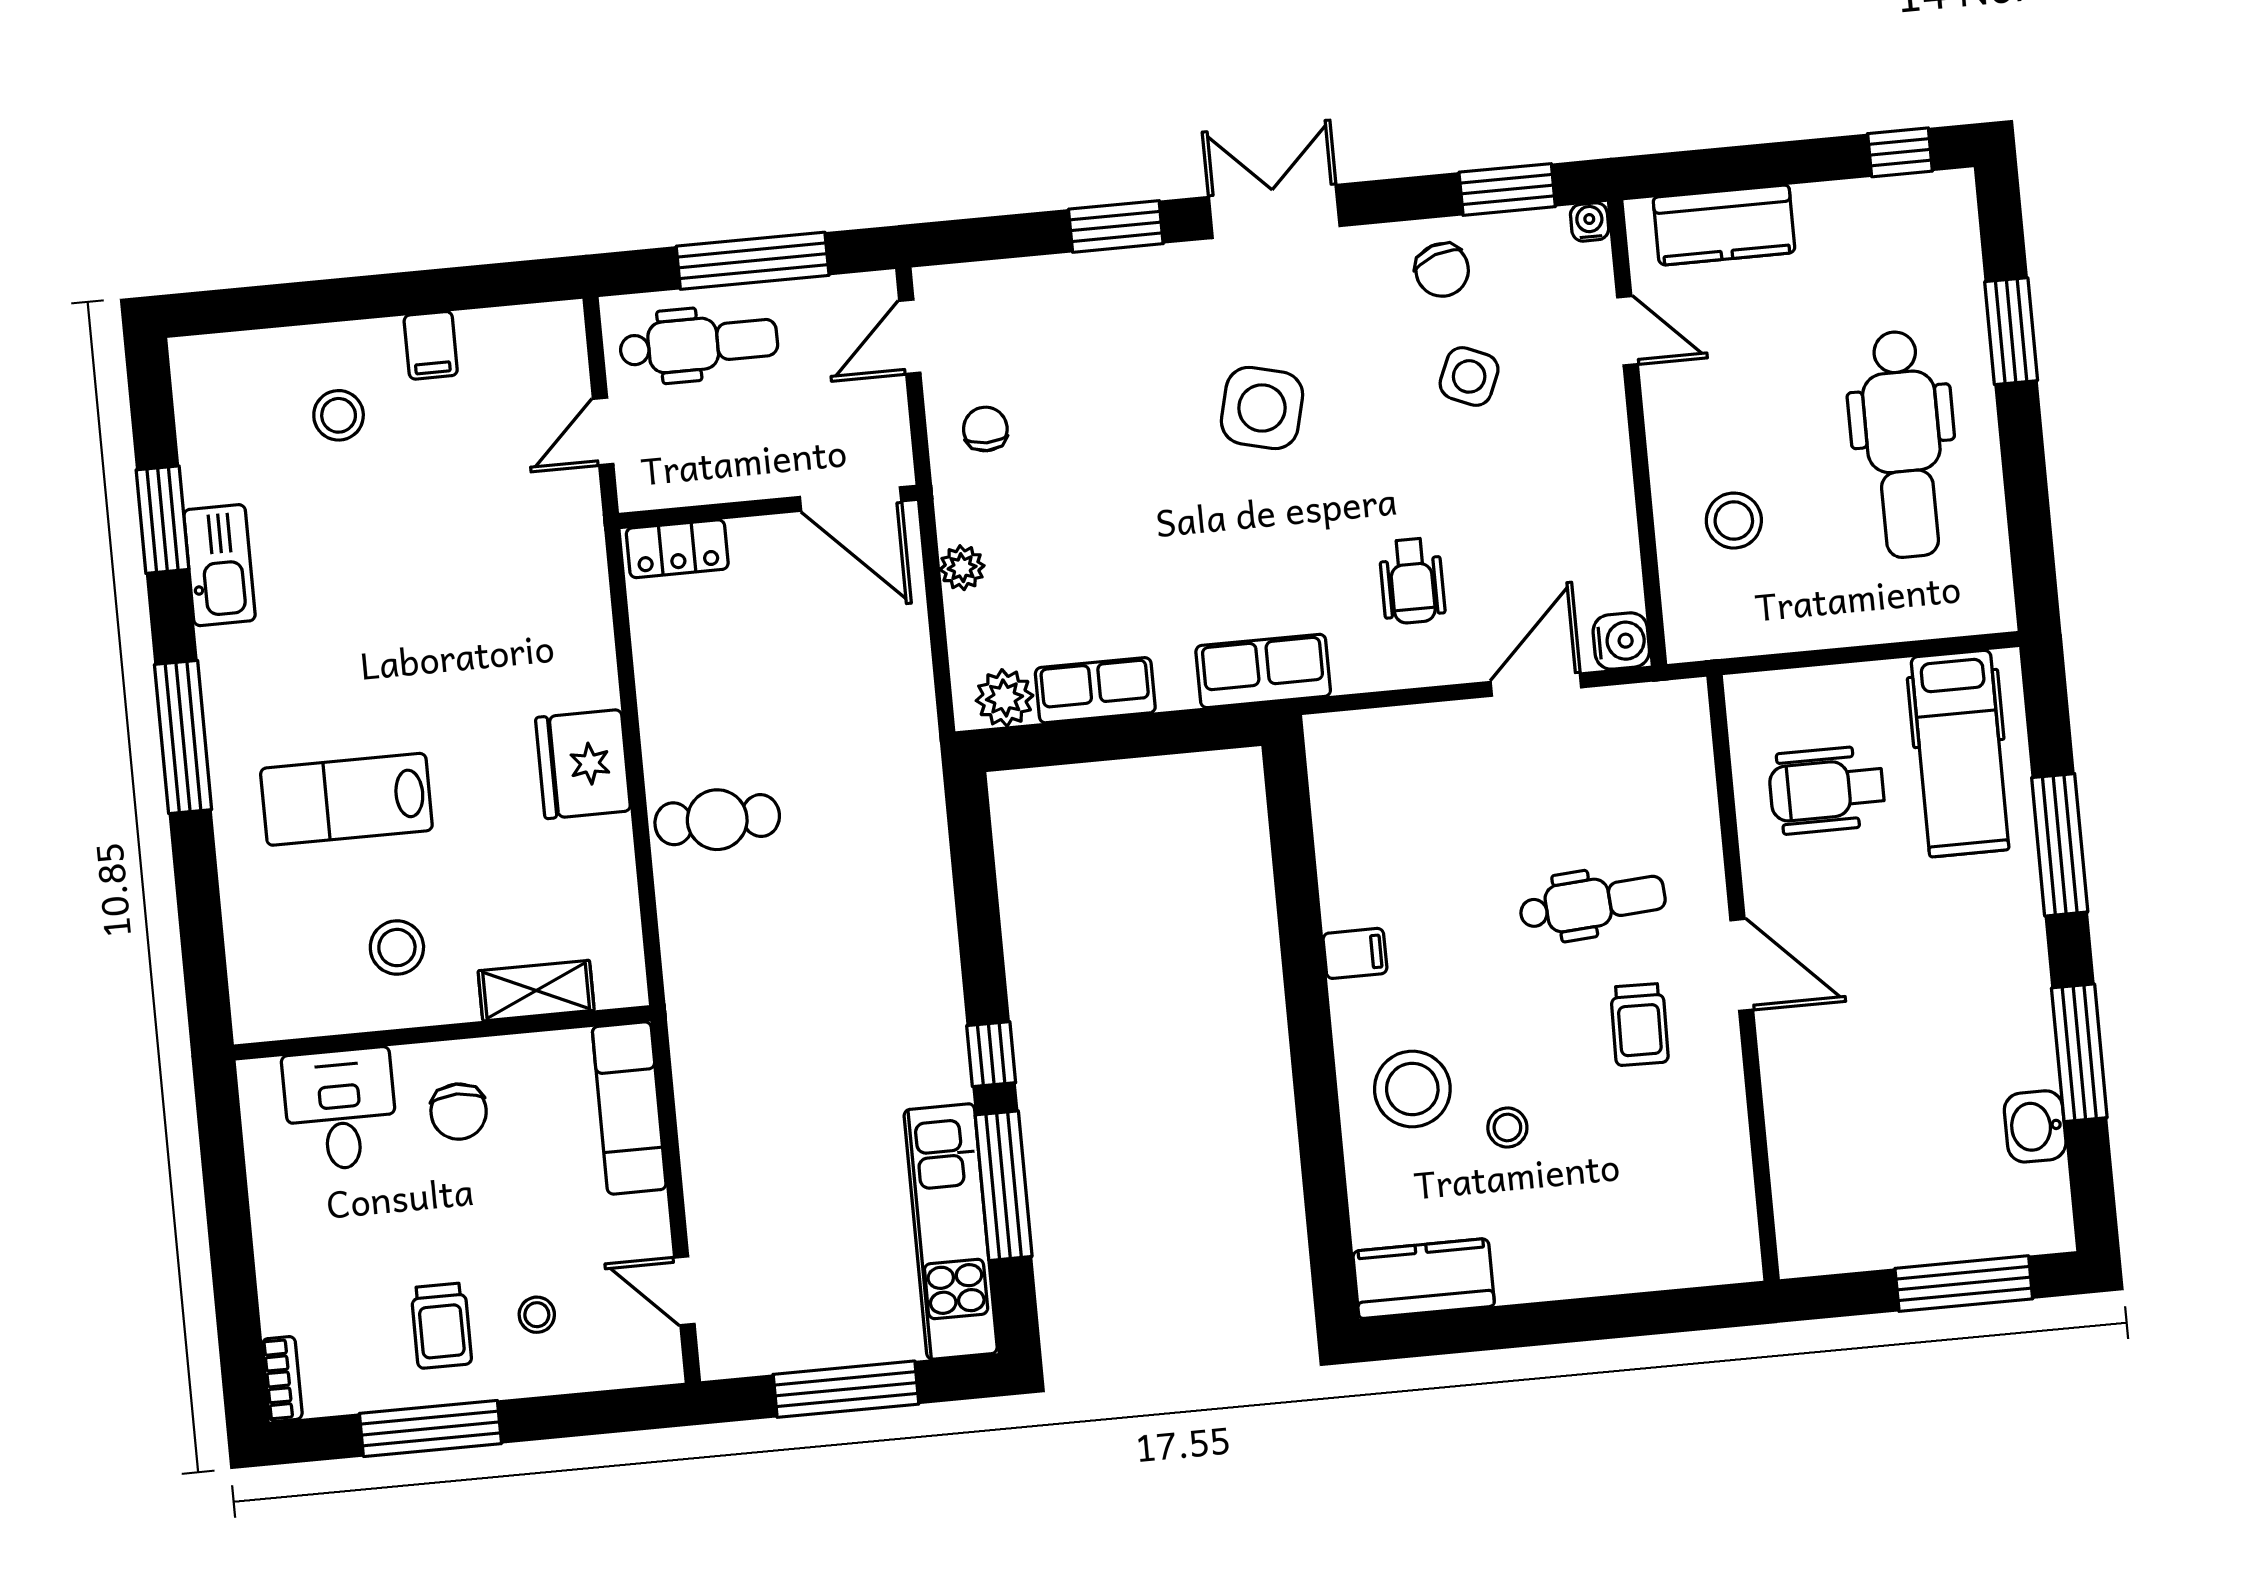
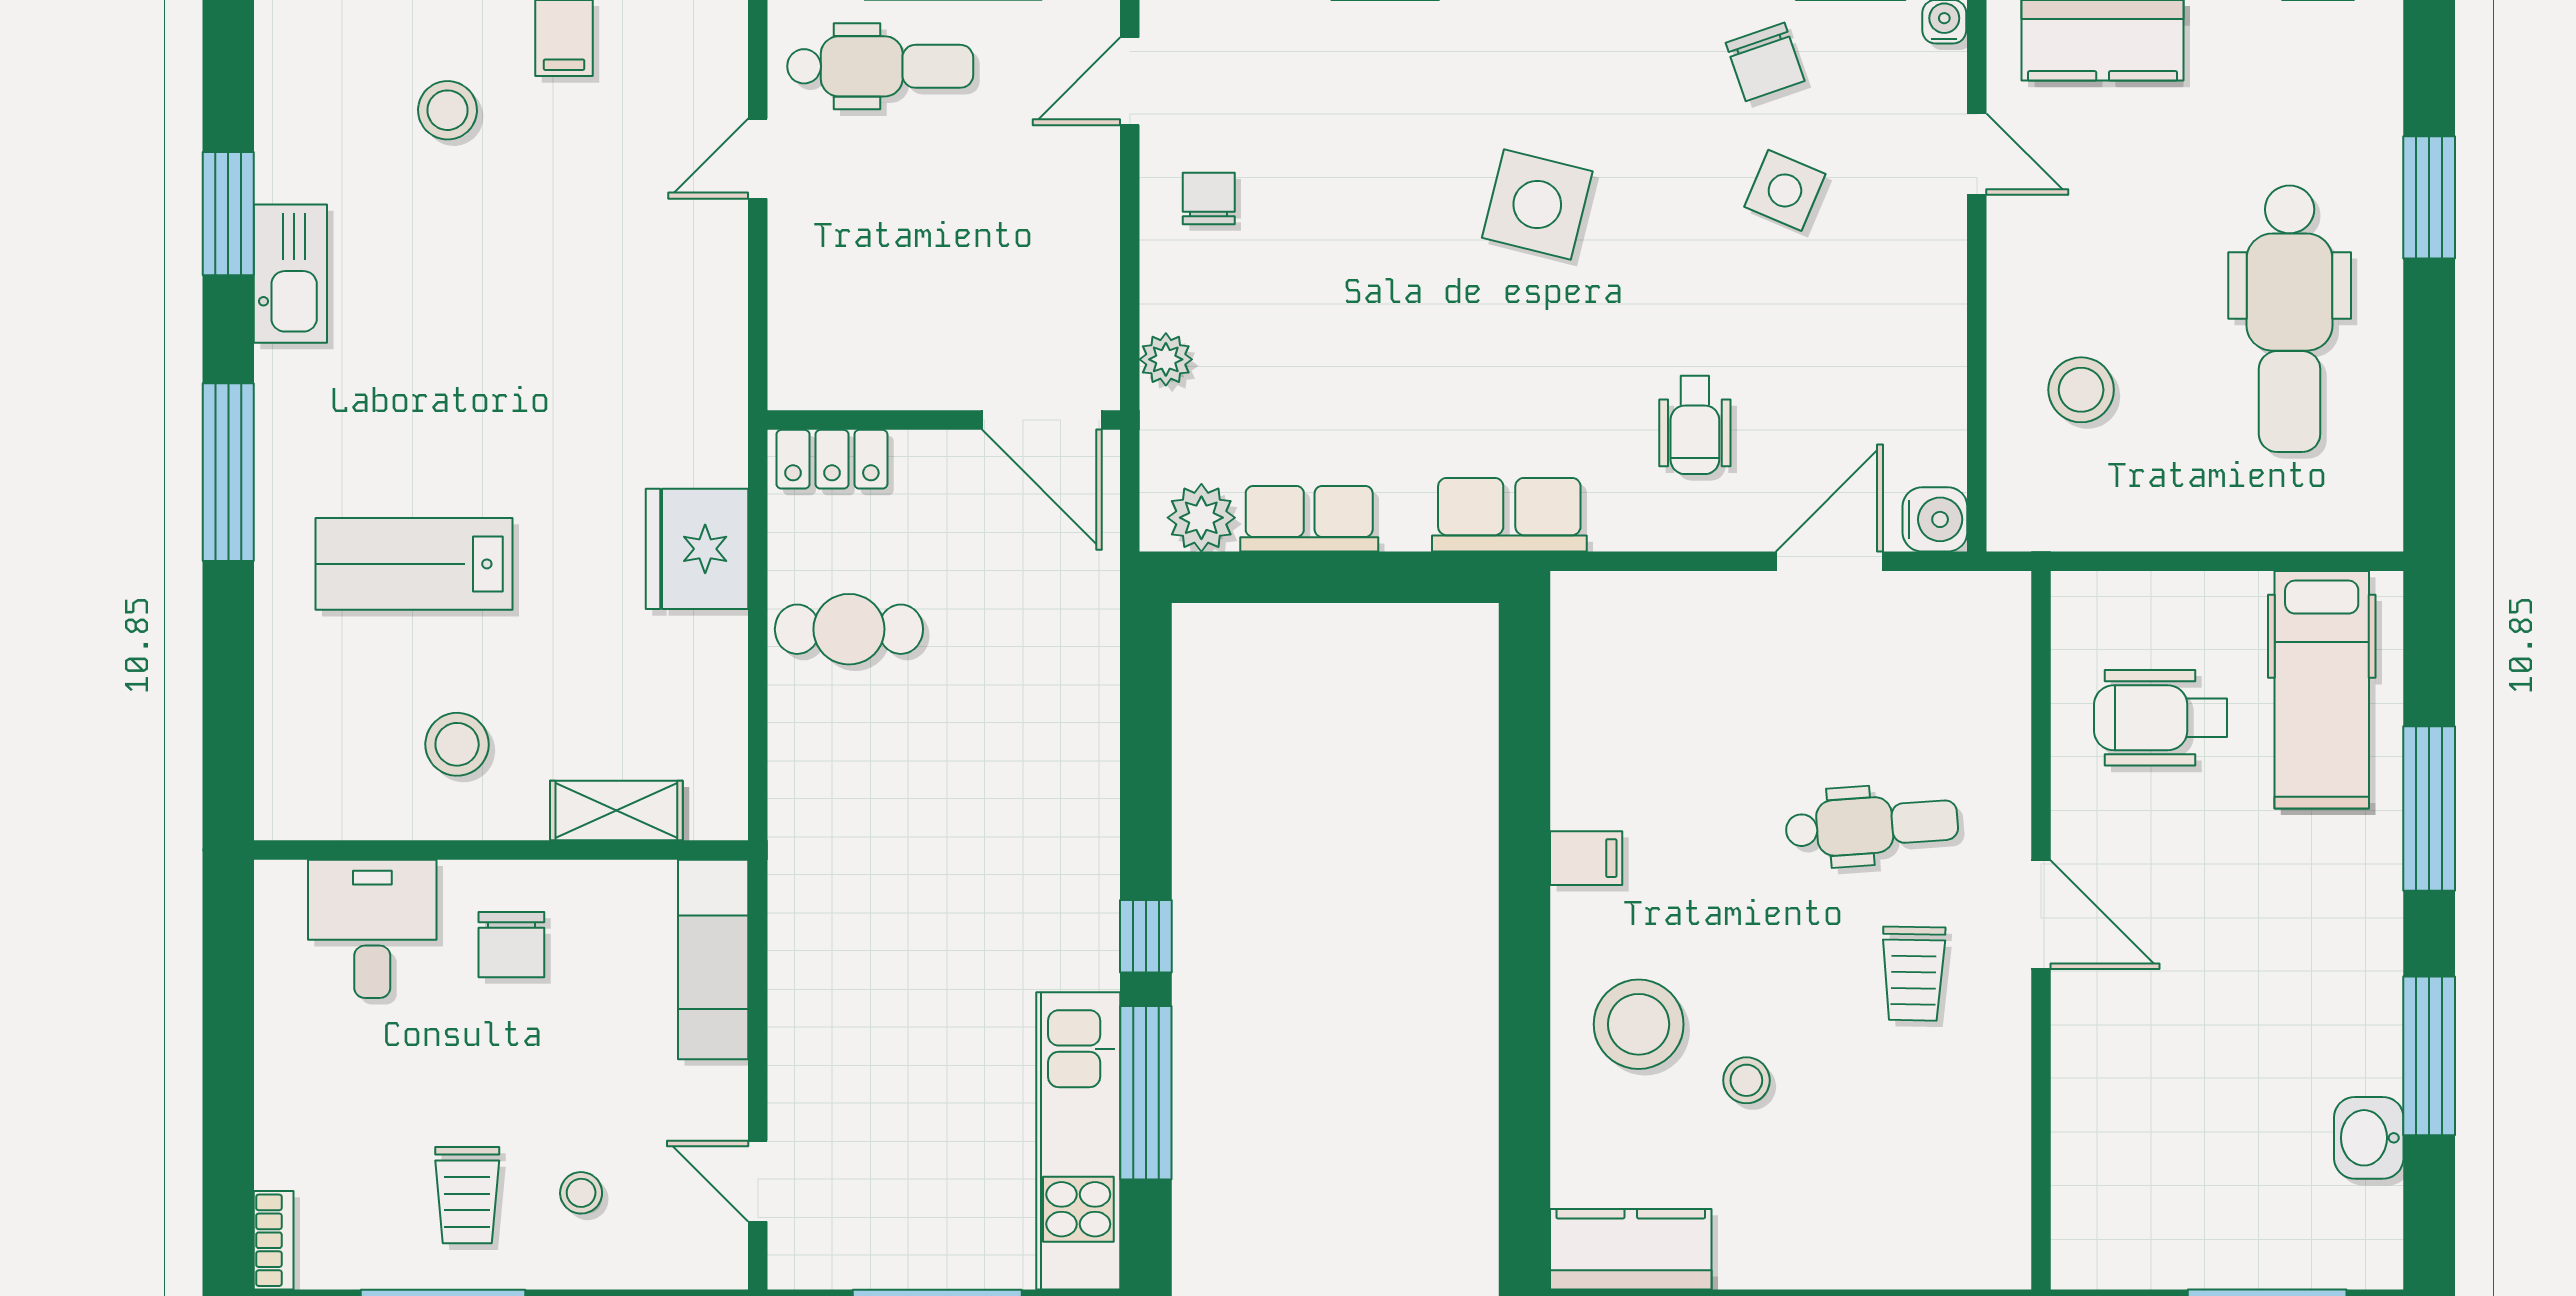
door: (851, 499) -> (1042, 420), moved
wall: (768, 507) -> (944, 420), moved
locker: (677, 549) -> (832, 459), moved

